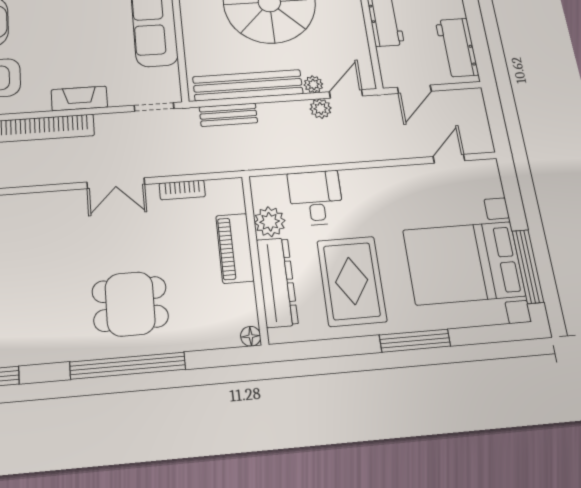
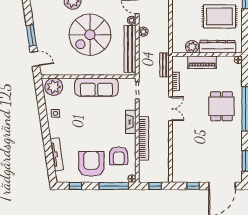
plant: (321, 109) -> (143, 32), moved
bench: (228, 115) -> (164, 65), moved
desk: (316, 198) -> (183, 26), removed

